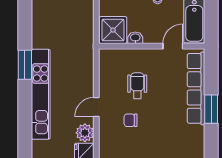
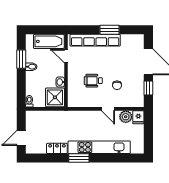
locker: (39, 33) -> (57, 148), added

